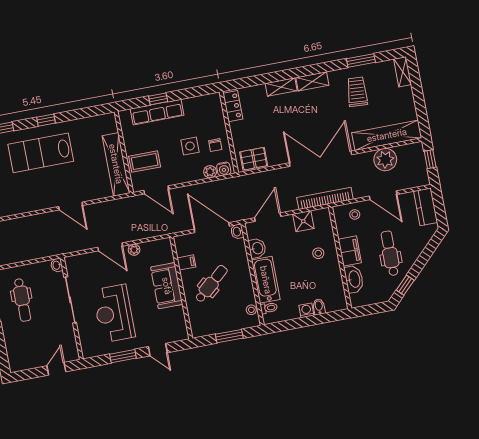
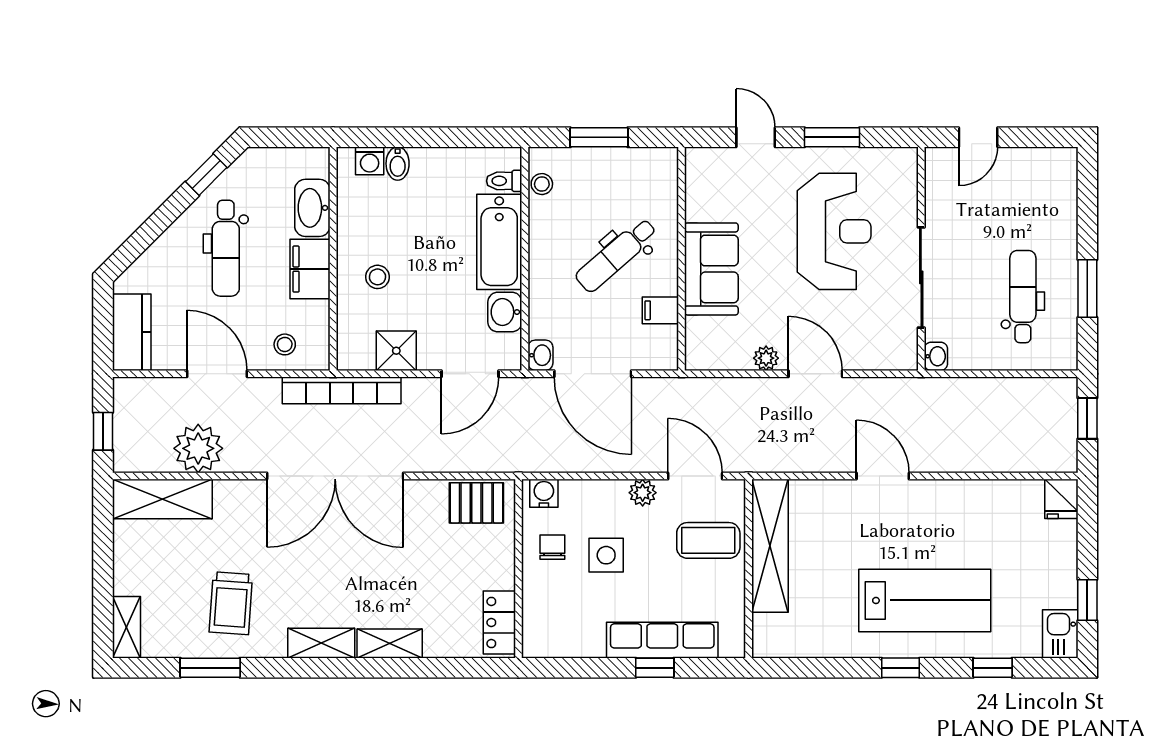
shelving: (387, 135) -> (162, 499), width x0.68
plant: (210, 172) -> (643, 493), moved
washing machine: (306, 310) -> (370, 161), moved

